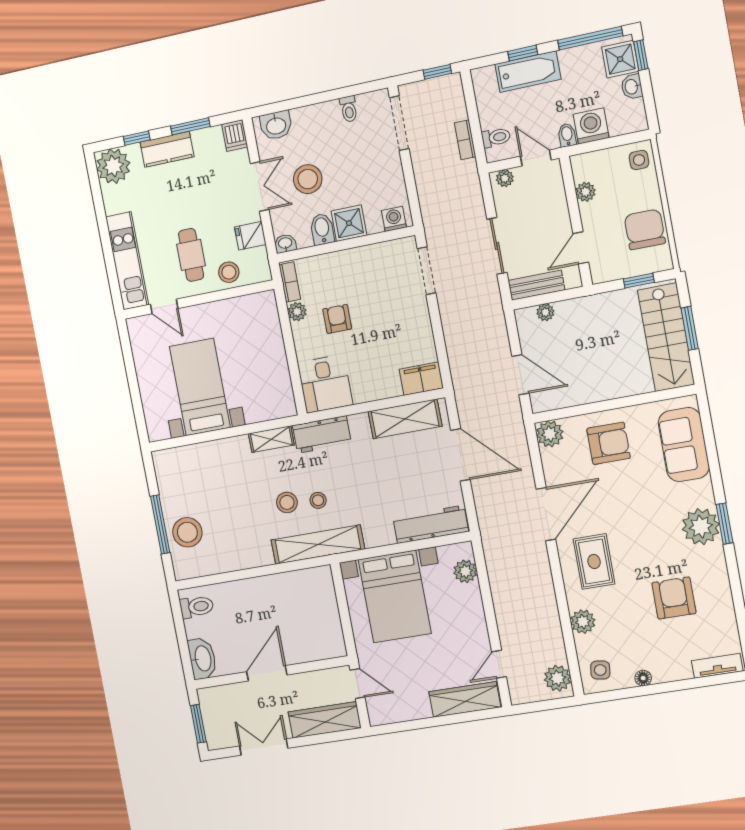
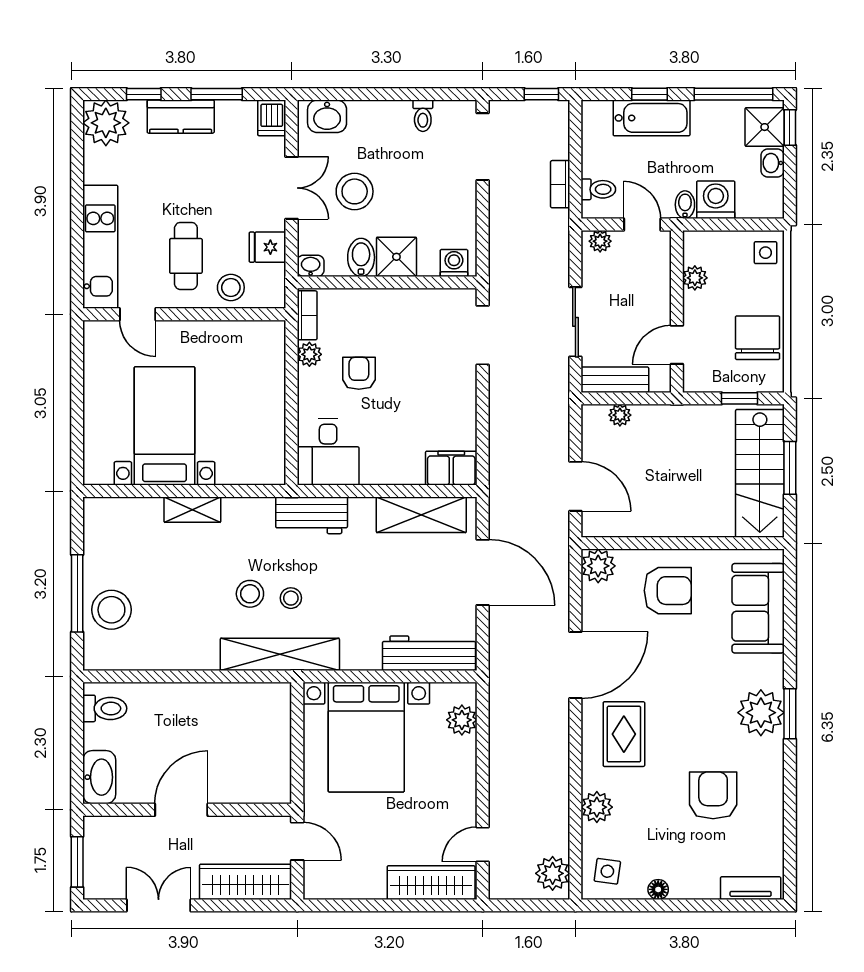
shelving: (271, 439) -> (192, 510), moved

